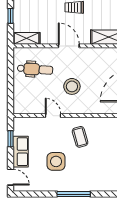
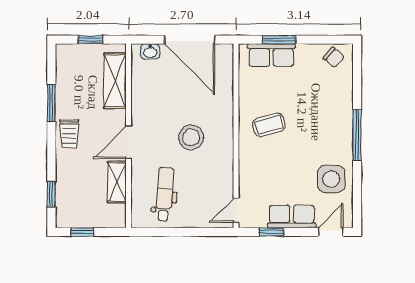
shelving: (27, 38) -> (117, 182), moved
door: (53, 116) -> (236, 210), moved
side table: (56, 161) -> (331, 179), moved

